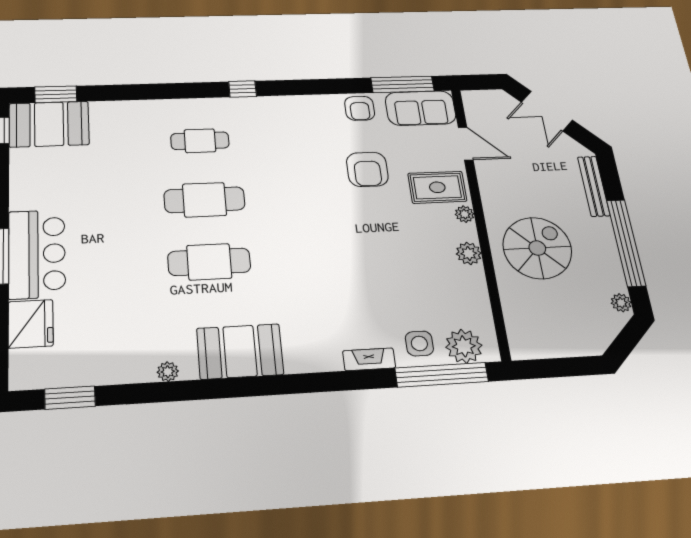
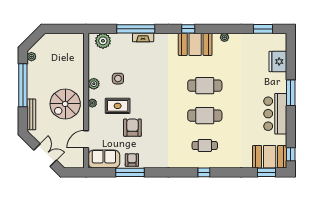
window: (402, 84) -> (130, 172), moved
window: (242, 89) -> (204, 172), moved
door: (466, 144) -> (86, 139), hinge flipped
rug: (437, 187) -> (118, 106), moved
spiral stairs: (537, 248) -> (65, 104), moved
bar counter: (37, 254) -> (275, 114), moved
side table: (419, 343) -> (118, 79), moved
window: (442, 375) -> (136, 29), moved
window: (260, 386) -> (188, 29), added

